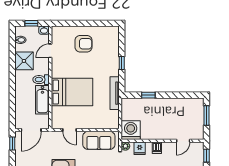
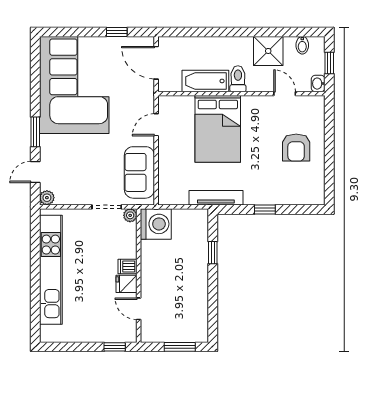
window: (12, 143) -> (117, 32), moved
fridge: (140, 148) -> (127, 284), moved

